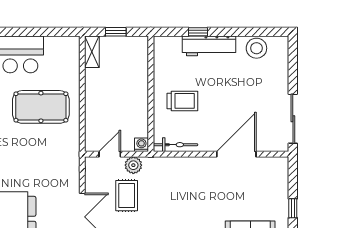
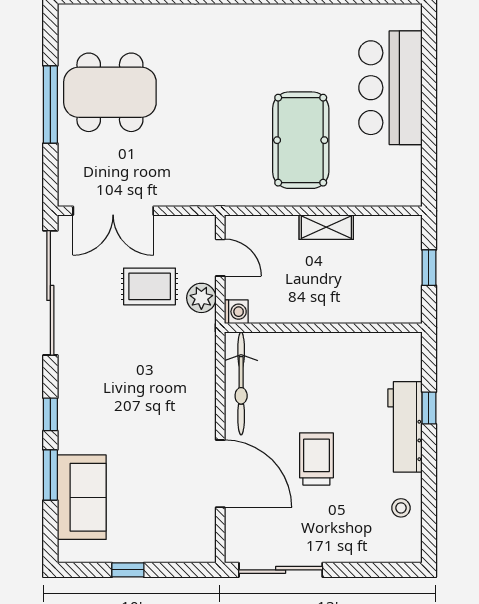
stool: (256, 48) -> (401, 508), width x0.53, depth x0.53
shelving: (92, 52) -> (326, 227), moved
trolley: (182, 101) -> (316, 459), moved, turned 180
bicycle: (175, 145) -> (241, 383), width x1.37, depth x1.40

